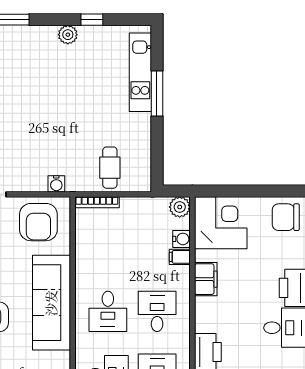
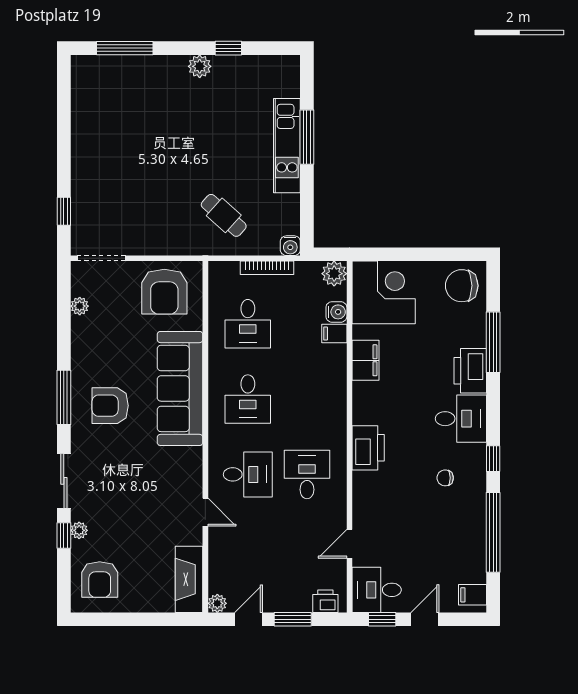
kitchen unit: (140, 72) -> (287, 146), moved
cafe table: (110, 168) -> (224, 215), moved, turned -48
water cooler: (56, 184) -> (290, 246), moved
bookcase: (97, 202) -> (267, 268), moved
desk: (157, 311) -> (248, 324), moved, turned 180

